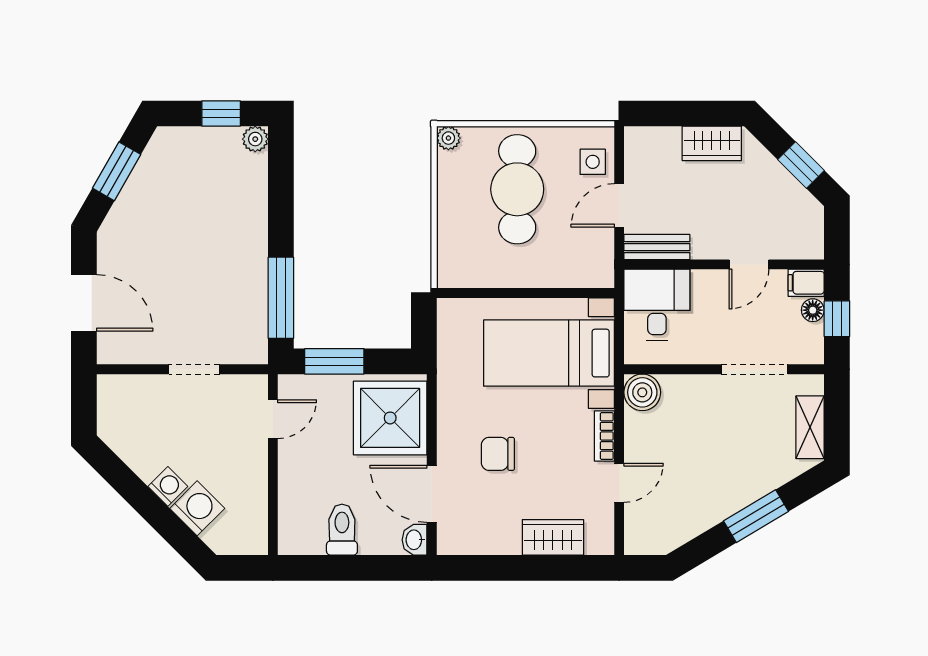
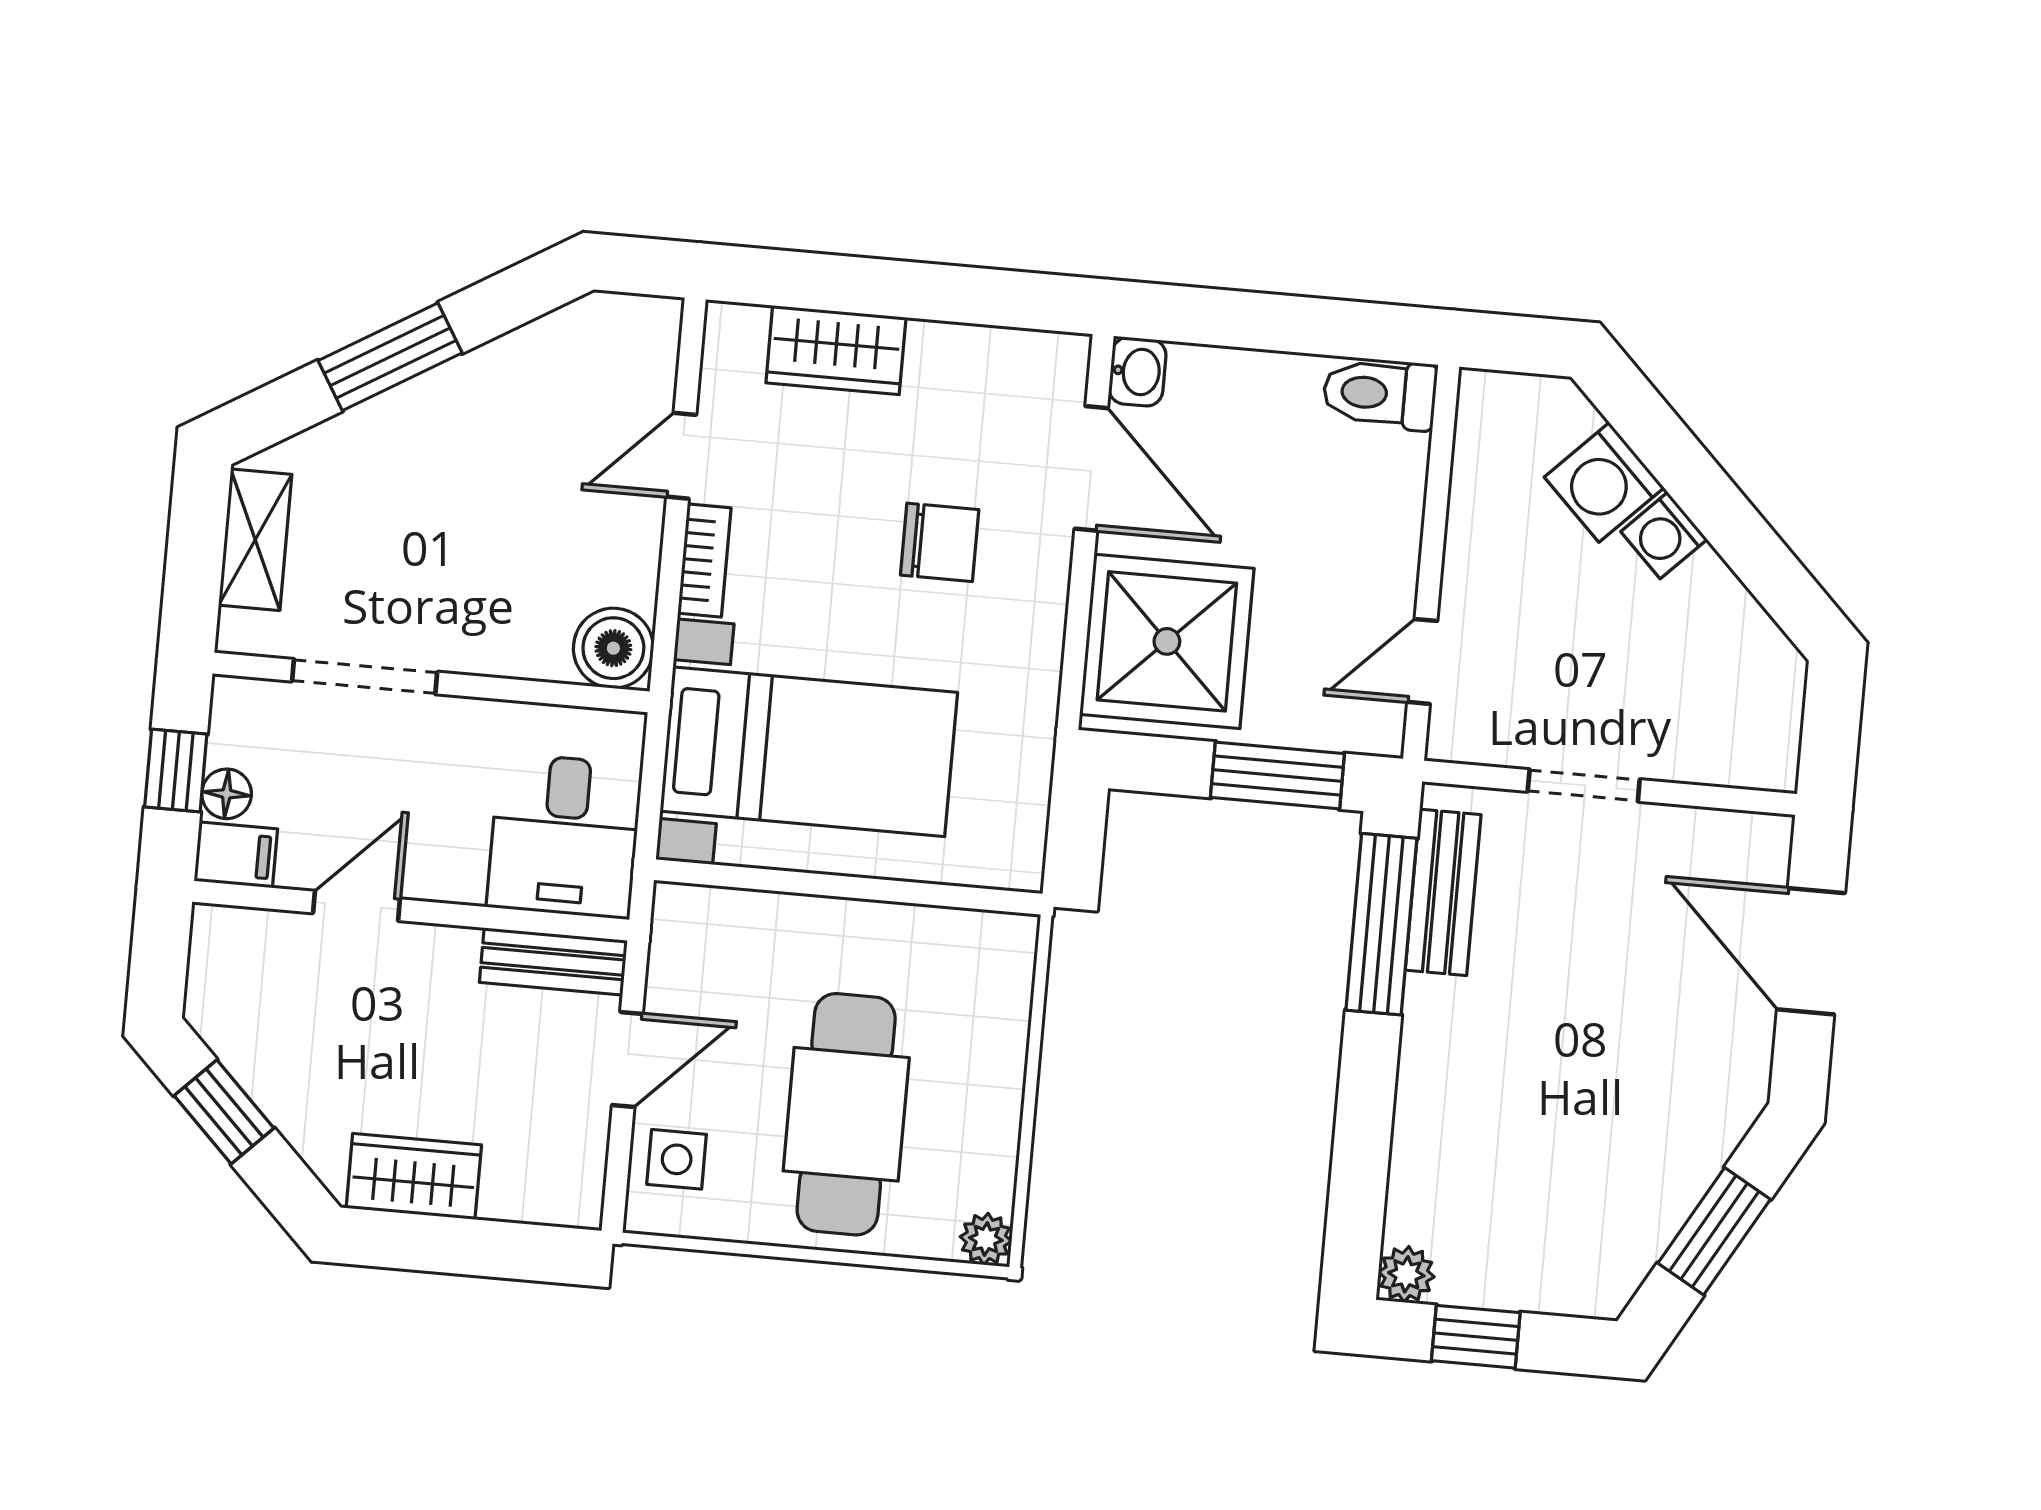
bench: (254, 315) -> (1443, 892), added
toilet: (342, 530) -> (1380, 394), moved, turned 90

